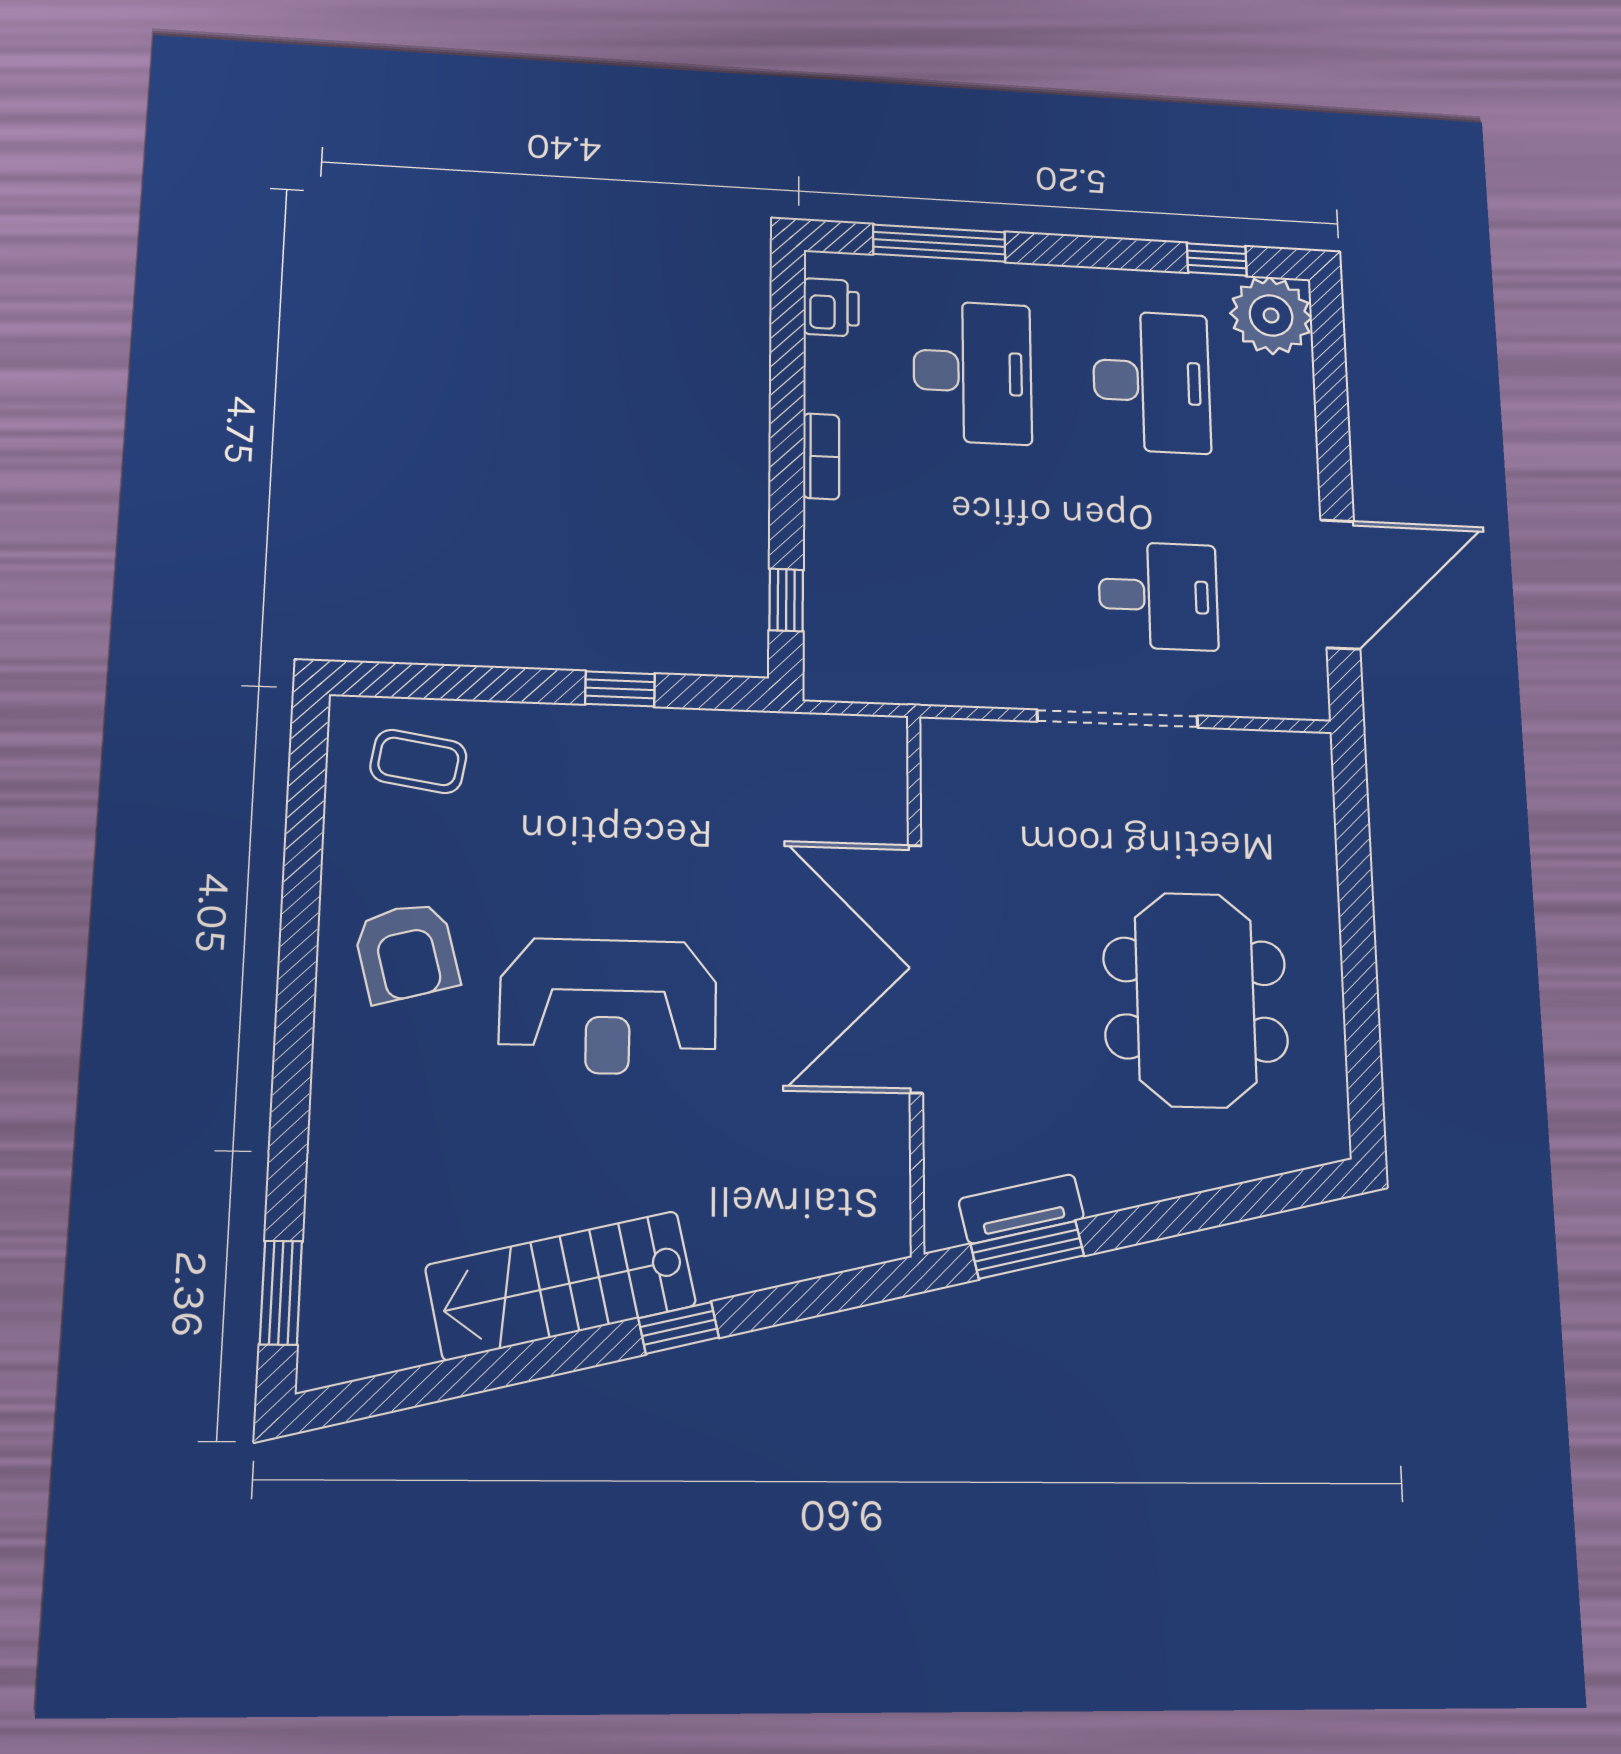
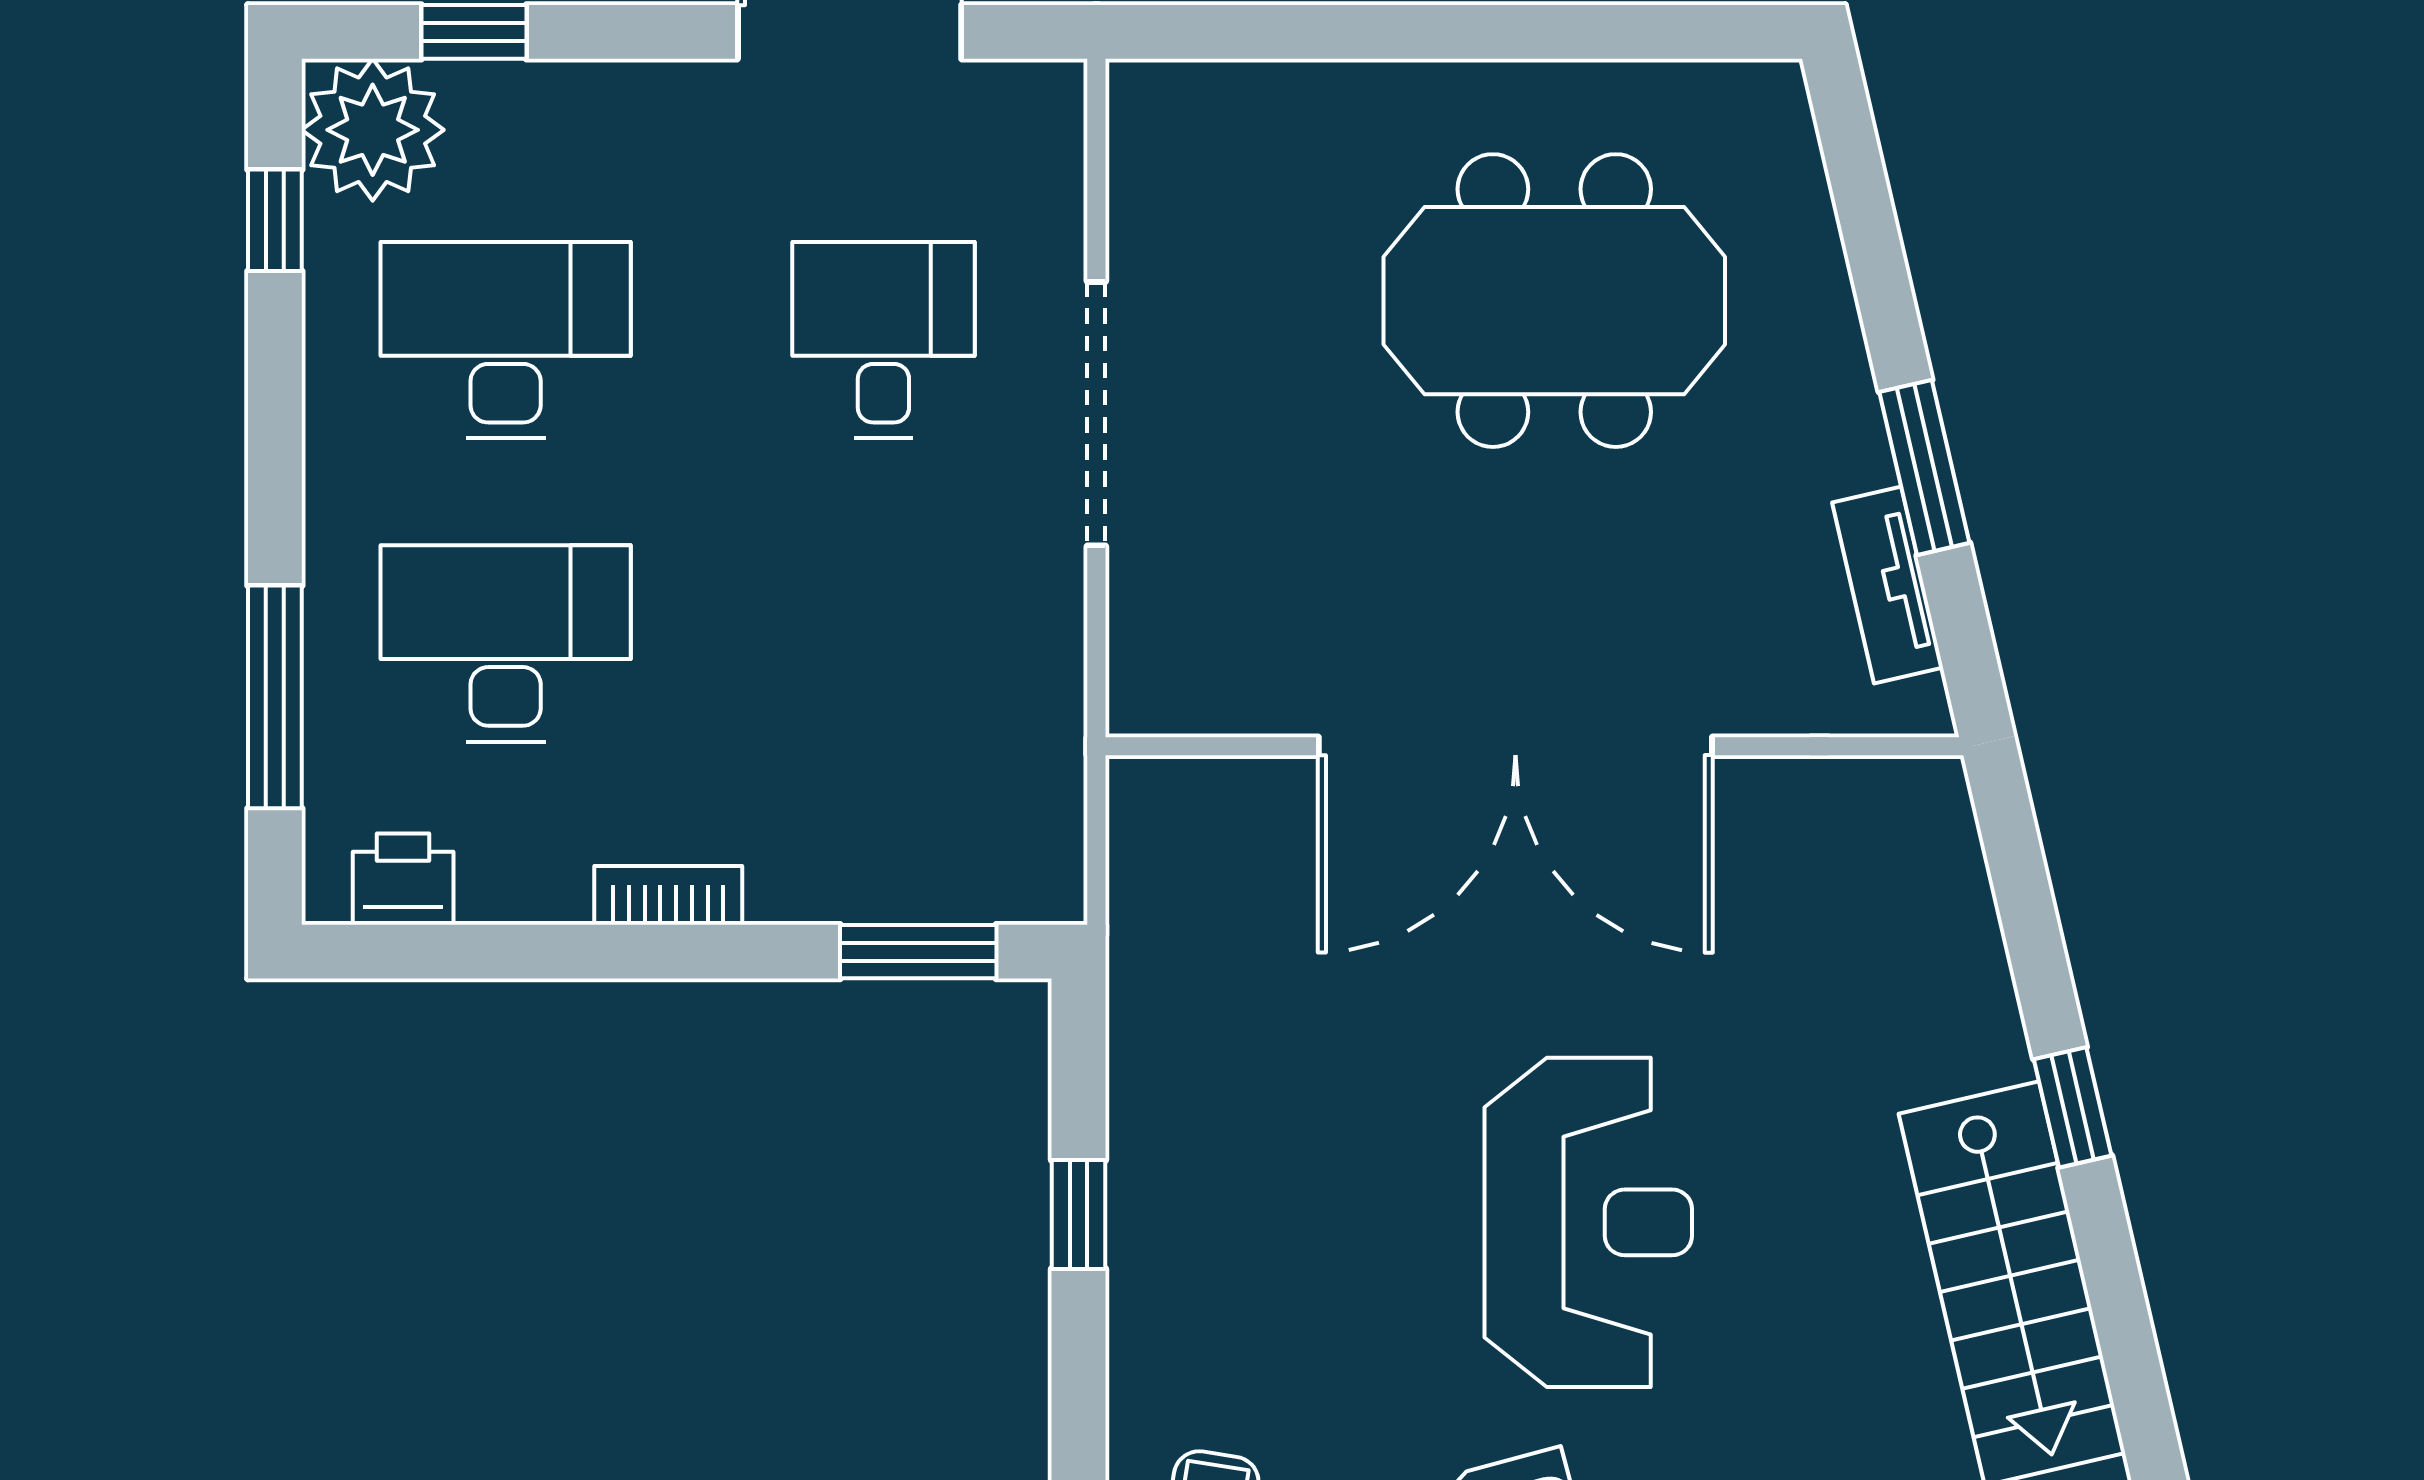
window: (1330, 374) -> (474, 32), added
window: (786, 600) -> (918, 952), width x1.50
window: (1027, 1250) -> (1924, 467), moved

